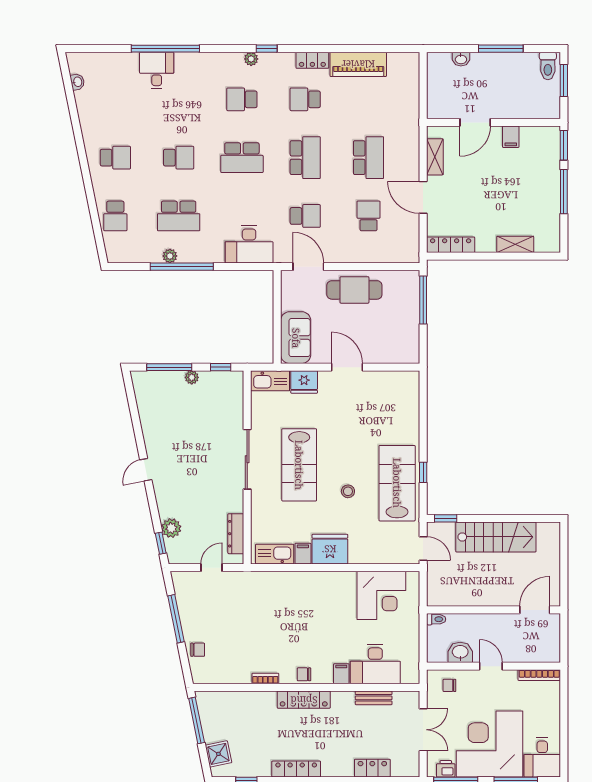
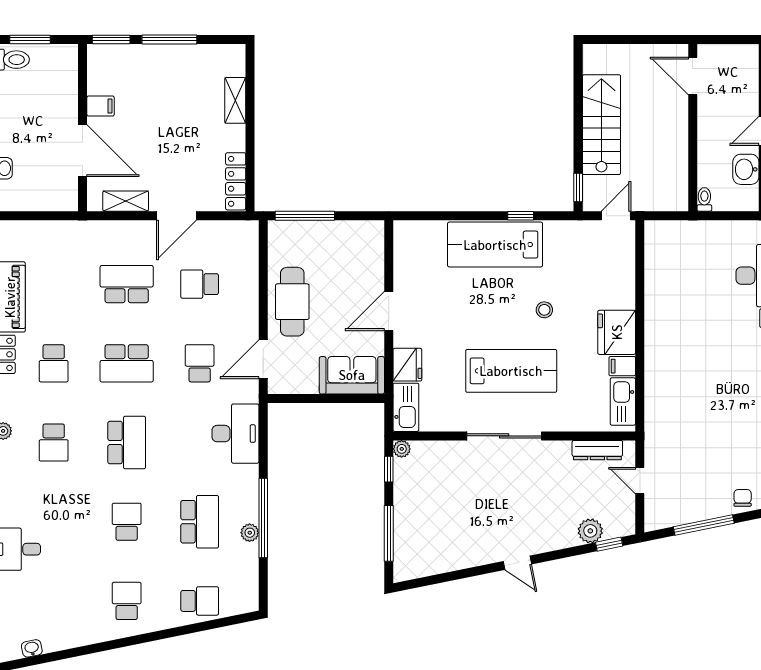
door: (475, 122) -> (83, 151), width x1.36
school desk: (305, 158) -> (127, 363), turned 180
plant: (192, 377) -> (402, 449), moved
lab bench: (397, 483) -> (495, 245), moved
corner desk: (381, 595) -> (675, 268), removed

